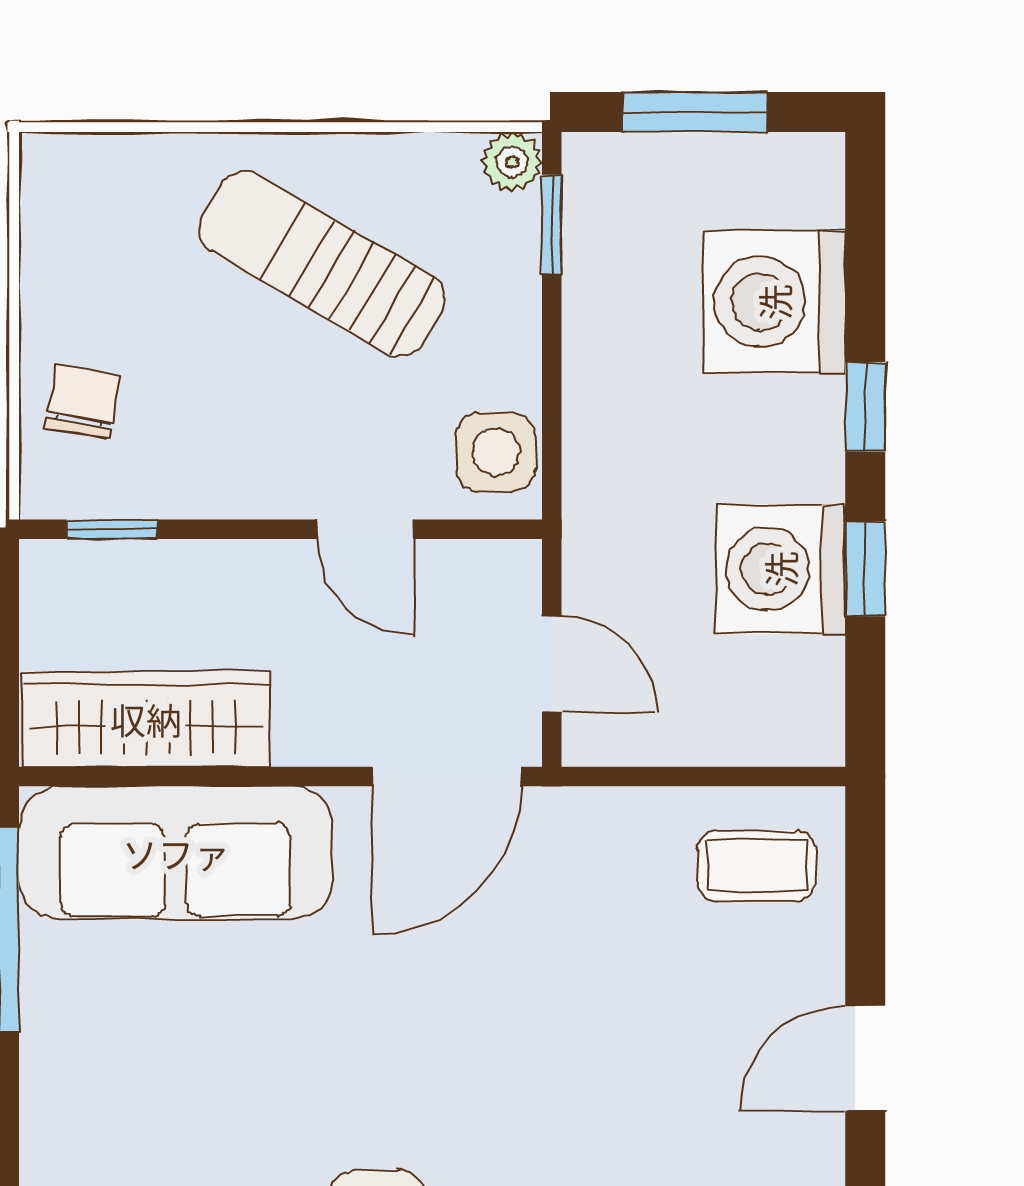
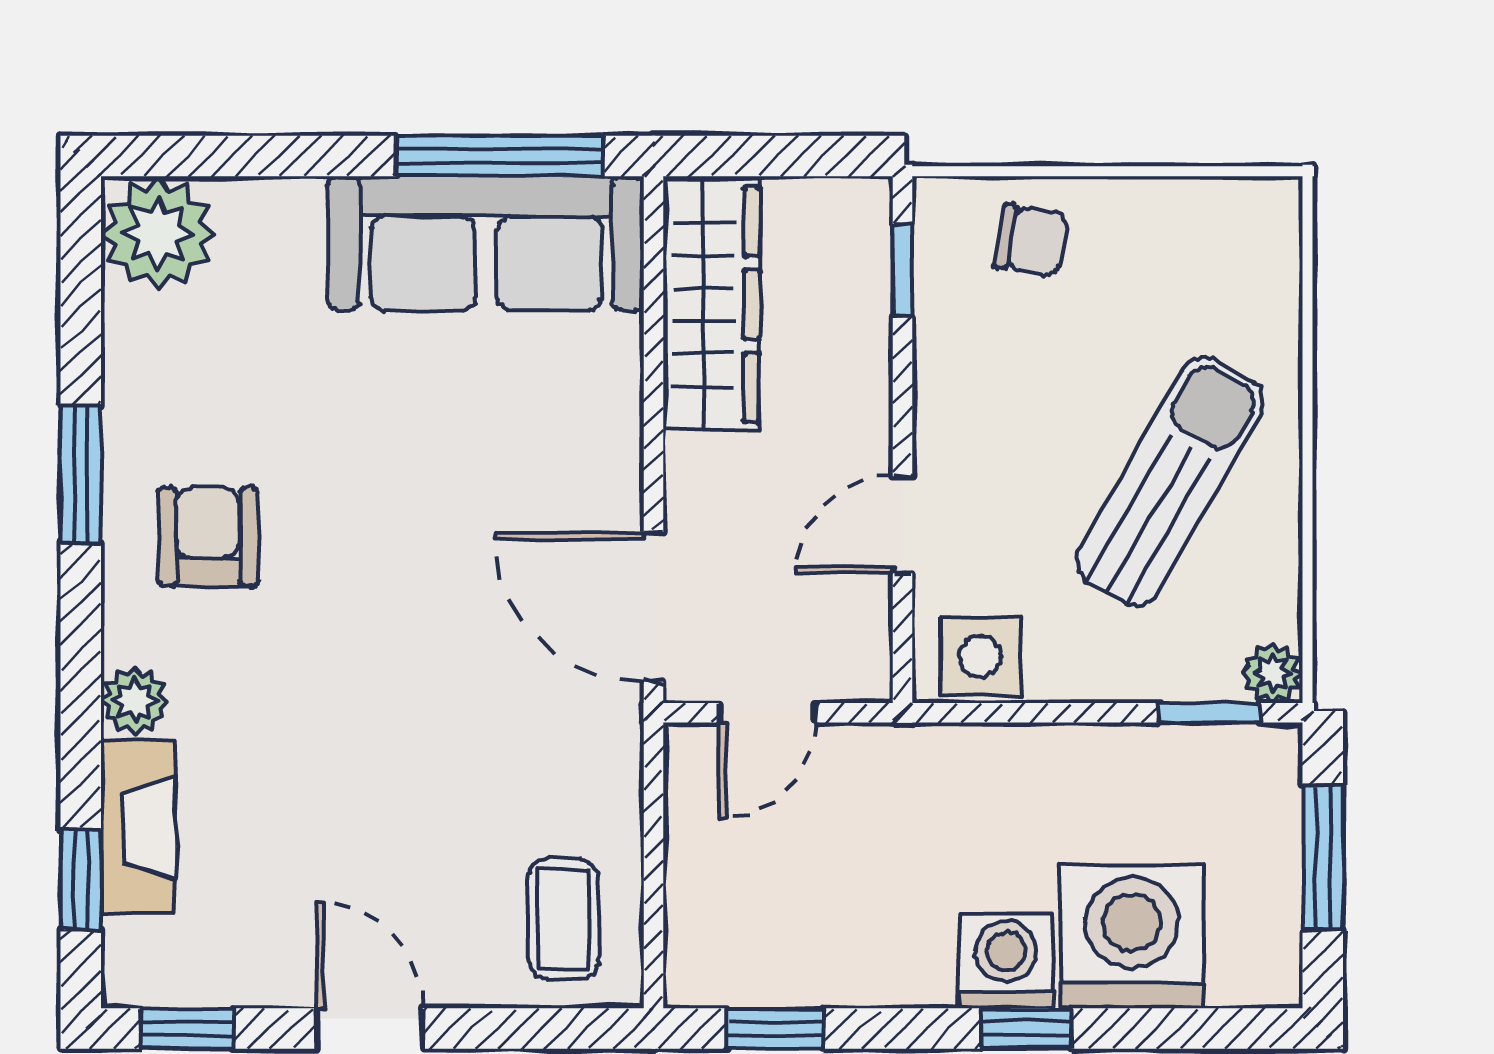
washing machine: (780, 569) -> (1006, 961), moved, width x0.73, depth x0.73
window: (865, 569) -> (775, 1029), moved
sofa: (176, 853) -> (486, 243), moved, turned -90

